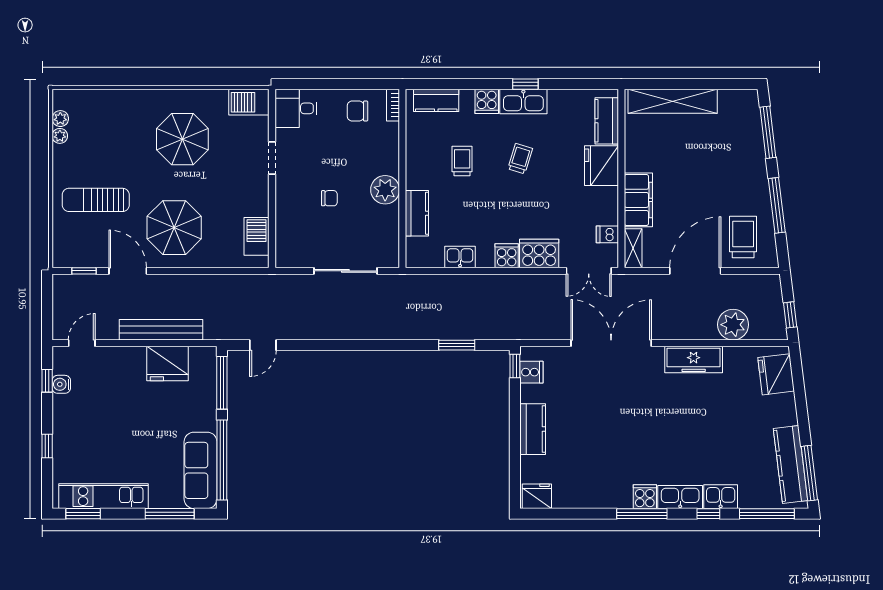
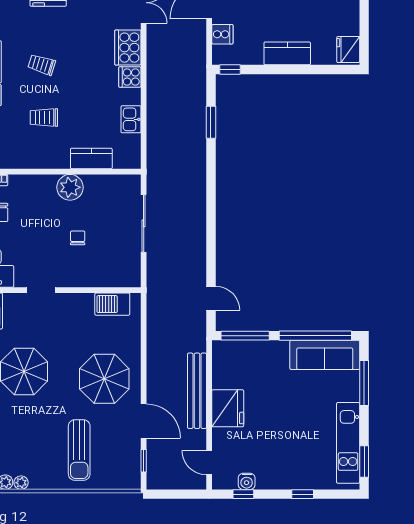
door: (128, 271) -> (144, 421), swing flipped
fridge: (168, 364) -> (228, 408), moved
cooker: (531, 372) -> (222, 34), moved, turned 90

